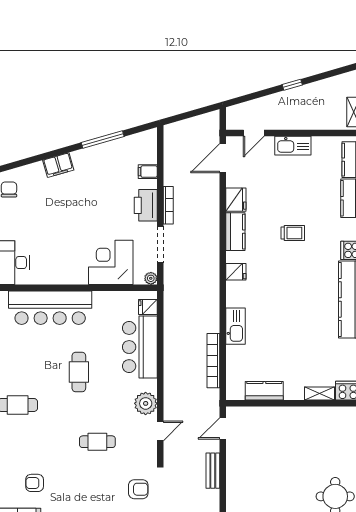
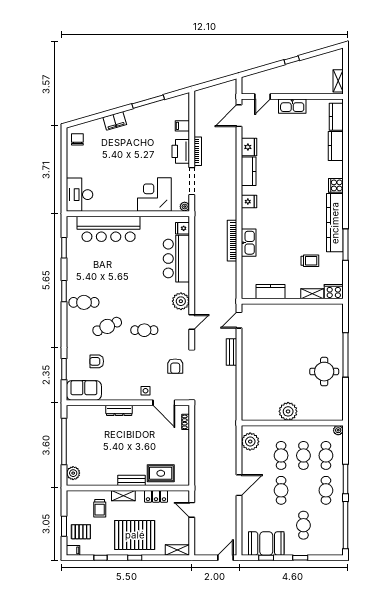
trolley: (293, 233) -> (310, 261), moved
bookcase: (213, 361) -> (232, 241), moved
cafe table: (79, 372) -> (107, 326), moved, turned 66
armchair: (138, 489) -> (175, 366), turned 90

